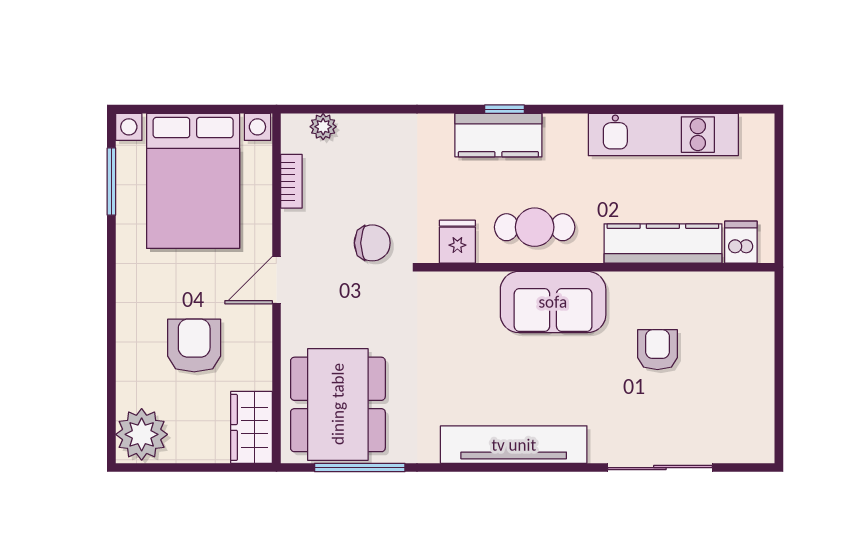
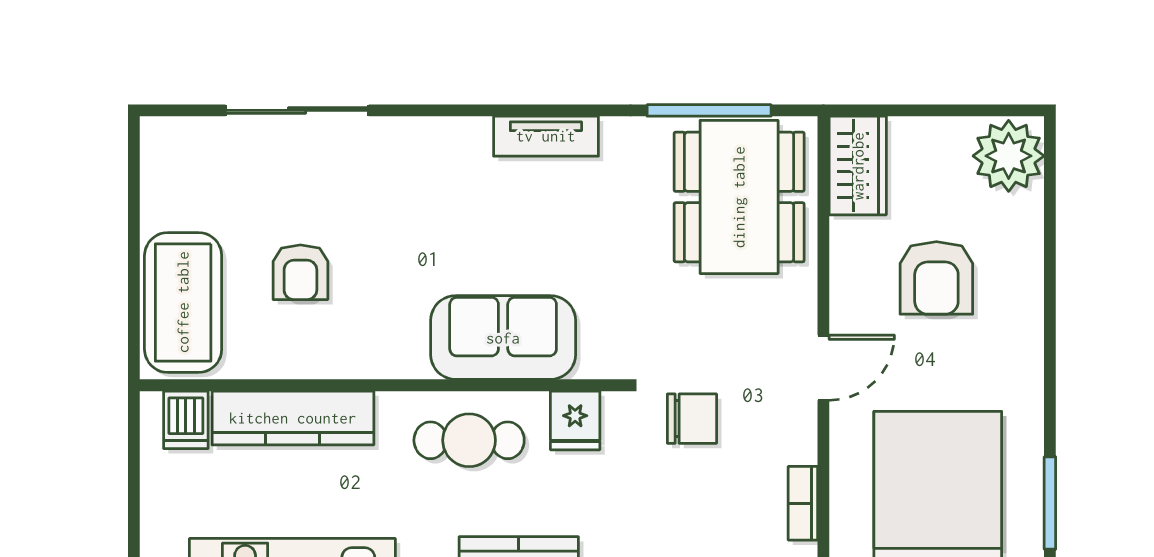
chair: (372, 243) -> (692, 419), turned 180
sofa: (553, 302) -> (503, 338), moved
coffee table: (743, 328) -> (183, 302), added
tv unit: (514, 445) -> (546, 136), width x0.52, depth x0.78

